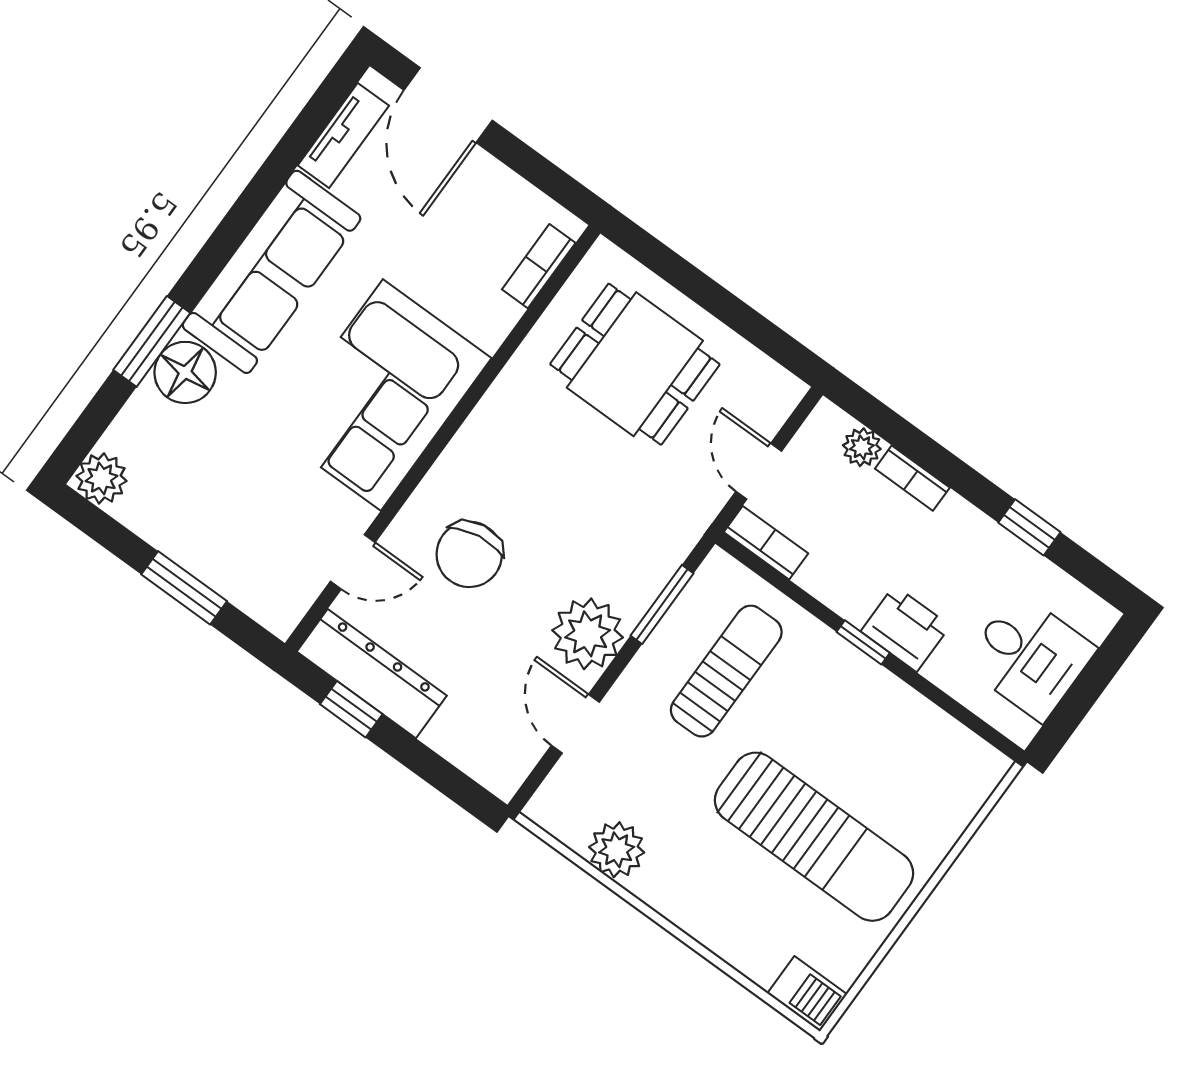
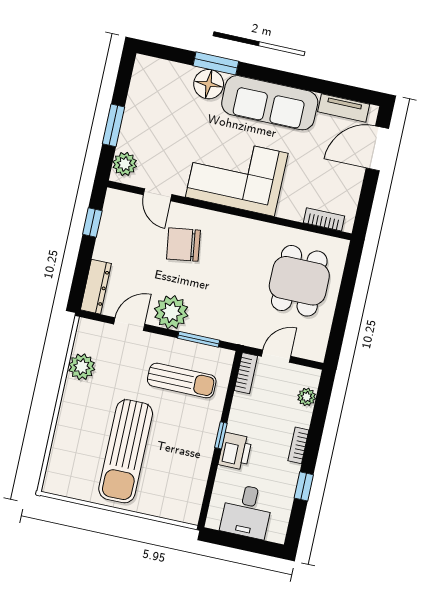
plant: (102, 478) -> (125, 164), moved
bookcase: (912, 478) -> (298, 445), moved
dresser: (372, 674) -> (96, 287), moved, width x0.73, depth x0.80
barbecue: (807, 994) -> (55, 479), removed

